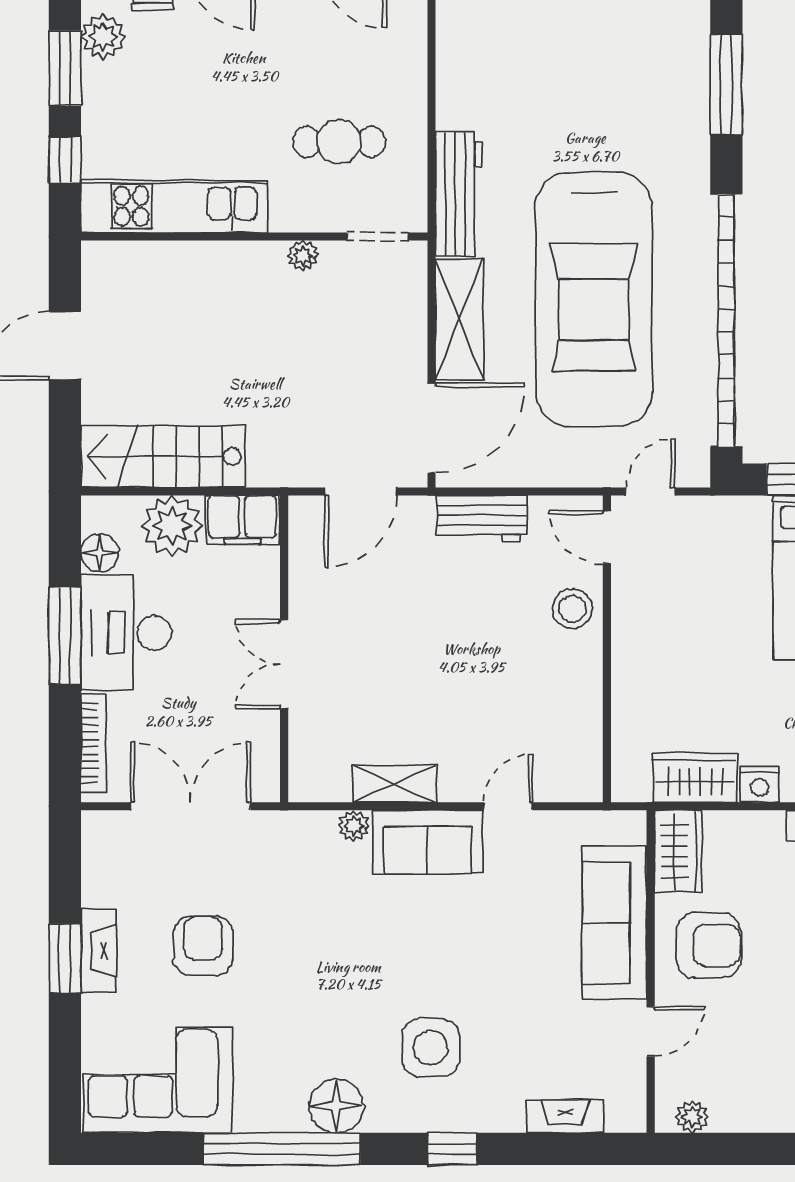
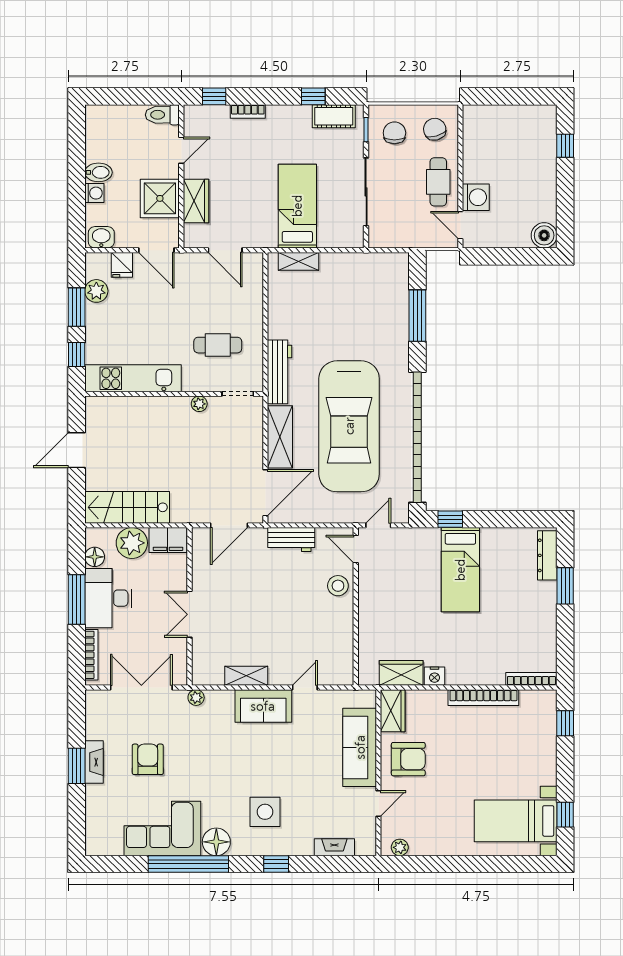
plant: (354, 826) -> (196, 698), moved
corner sofa: (158, 1080) -> (162, 828), moved

